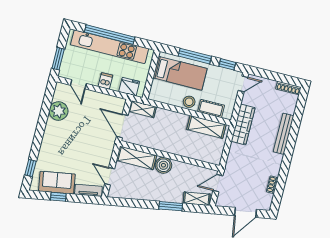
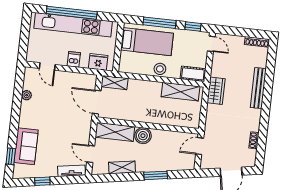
window: (58, 59) -> (24, 44), removed
door: (243, 84) -> (211, 44), hinge flipped
cot: (211, 108) -> (193, 74), moved
plant: (58, 111) -> (27, 95), width x0.53, depth x0.53
wardrobe: (243, 124) -> (216, 91), width x0.67
sofa: (57, 183) -> (26, 146), moved, turned 99
shelving: (197, 199) -> (122, 167), moved

